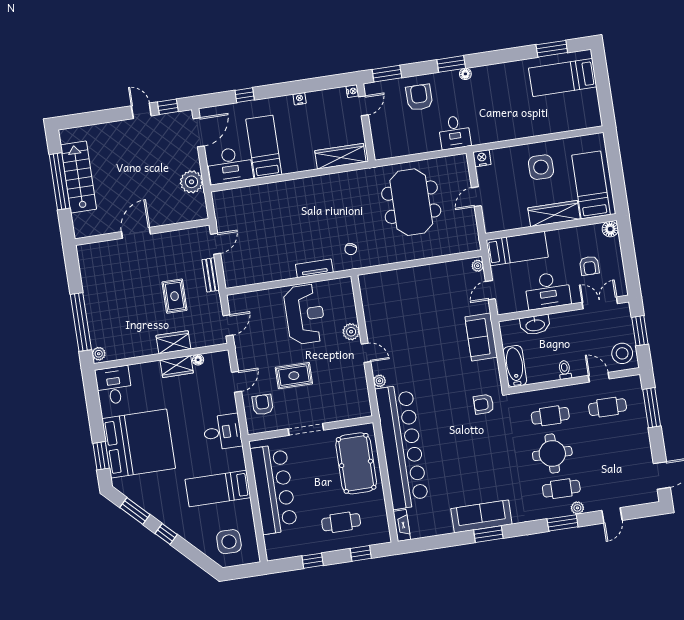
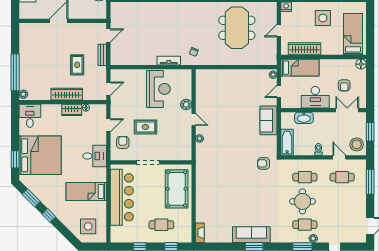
wardrobe: (554, 213) -> (305, 49), moved
wardrobe: (173, 342) -> (67, 94), width x1.50
bar counter: (402, 447) -> (207, 183), removed

